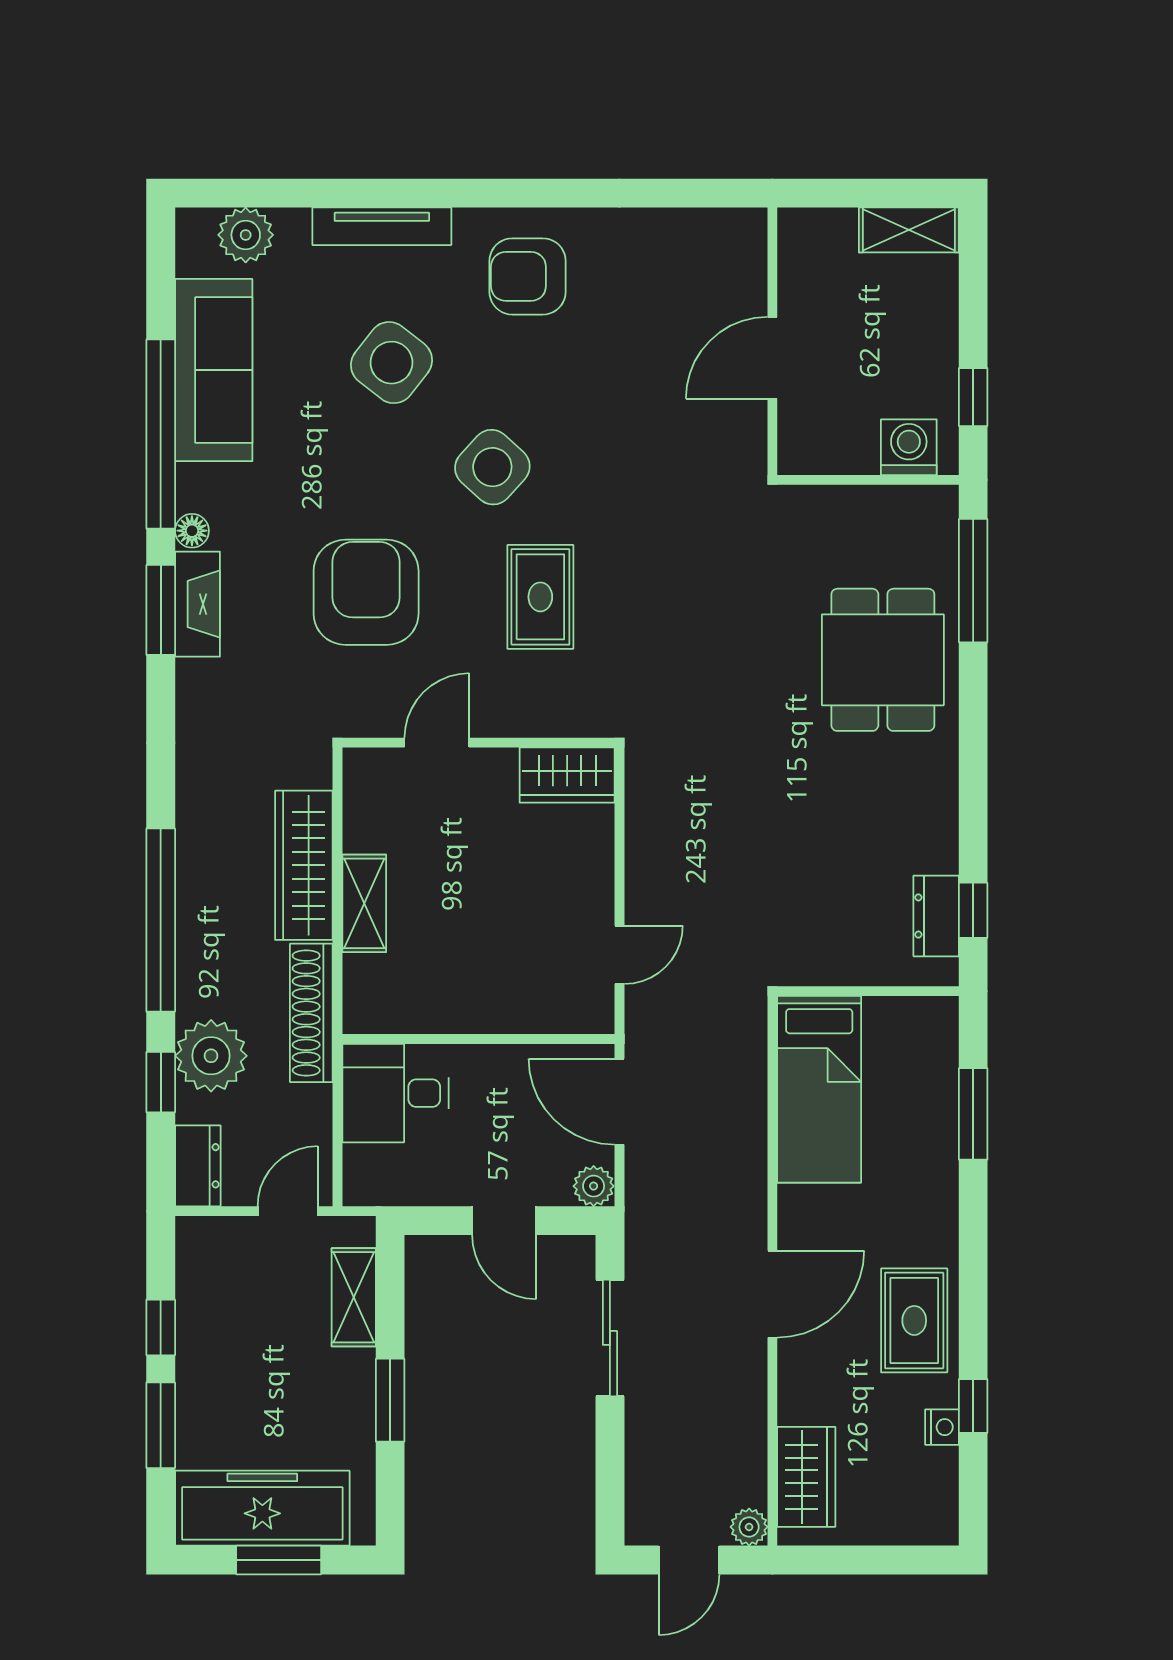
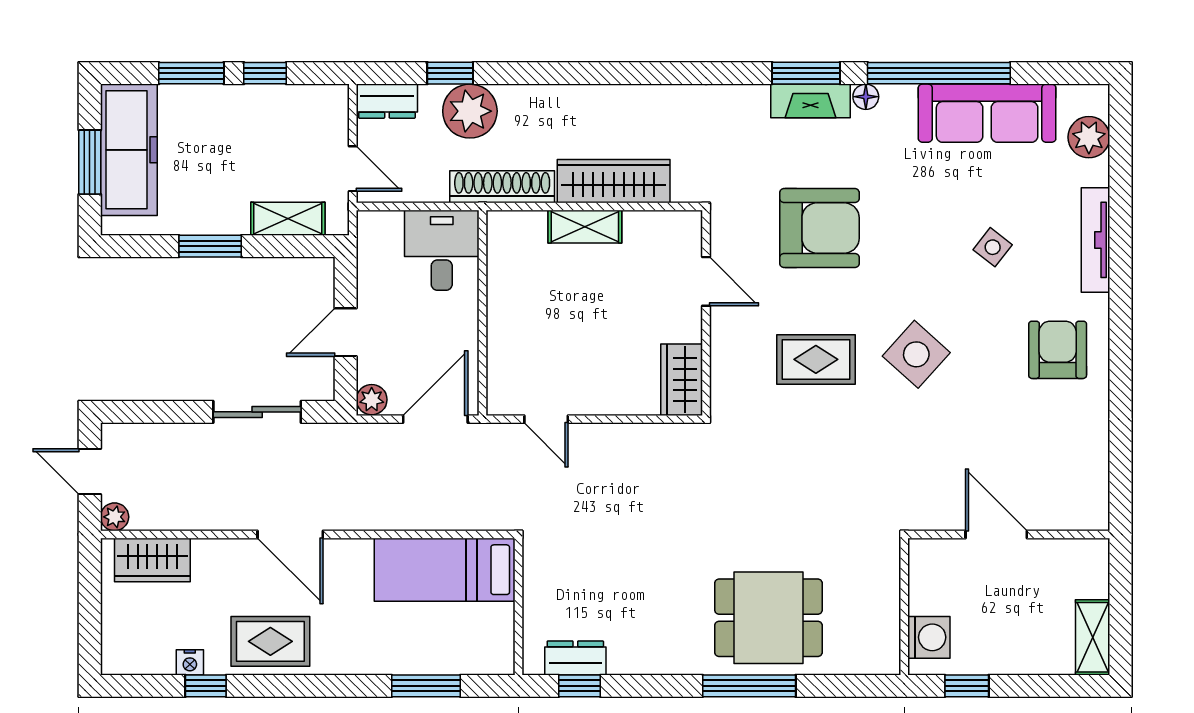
side table: (391, 363) -> (993, 247), width x0.54, depth x0.54
side table: (492, 467) -> (916, 354), moved
window: (973, 581) -> (749, 686), moved
window: (161, 920) -> (572, 73), removed

